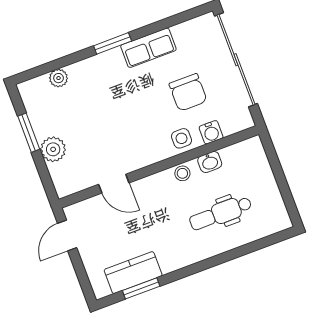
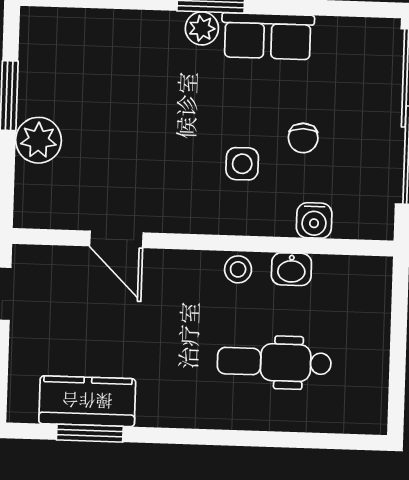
plant: (59, 78) -> (202, 28), moved
chair: (188, 92) -> (303, 138), width x0.54, depth x0.54
side table: (181, 138) -> (242, 164), moved

